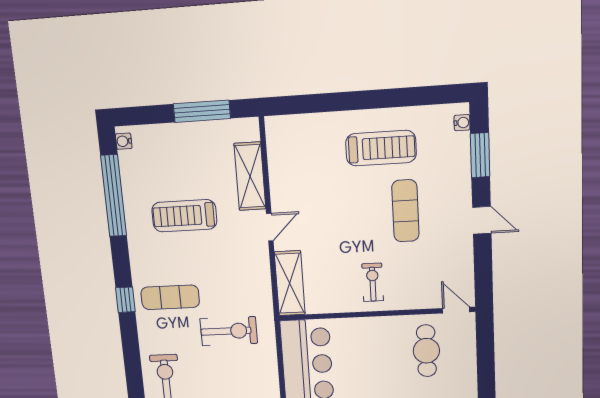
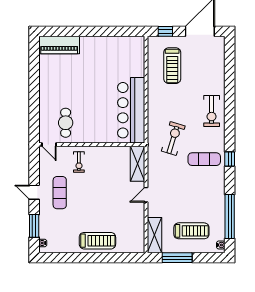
treadmill: (381, 148) -> (97, 241), moved, turned 180
shelving: (250, 176) -> (154, 235), moved
exercise mat: (405, 211) -> (60, 193), moved
treadmill: (184, 216) -> (191, 231), moved
exercise bike: (373, 282) -> (79, 162), moved
exercise bike: (229, 331) -> (173, 138), turned 107

